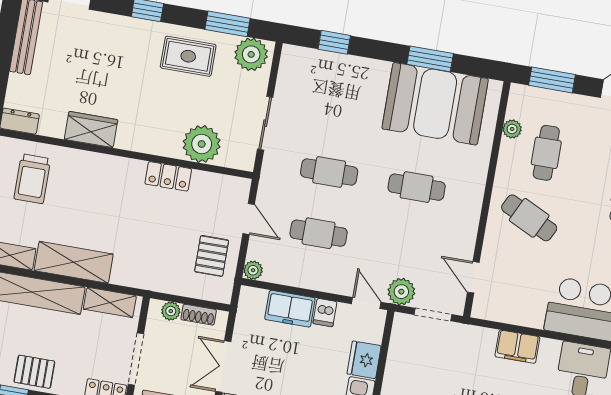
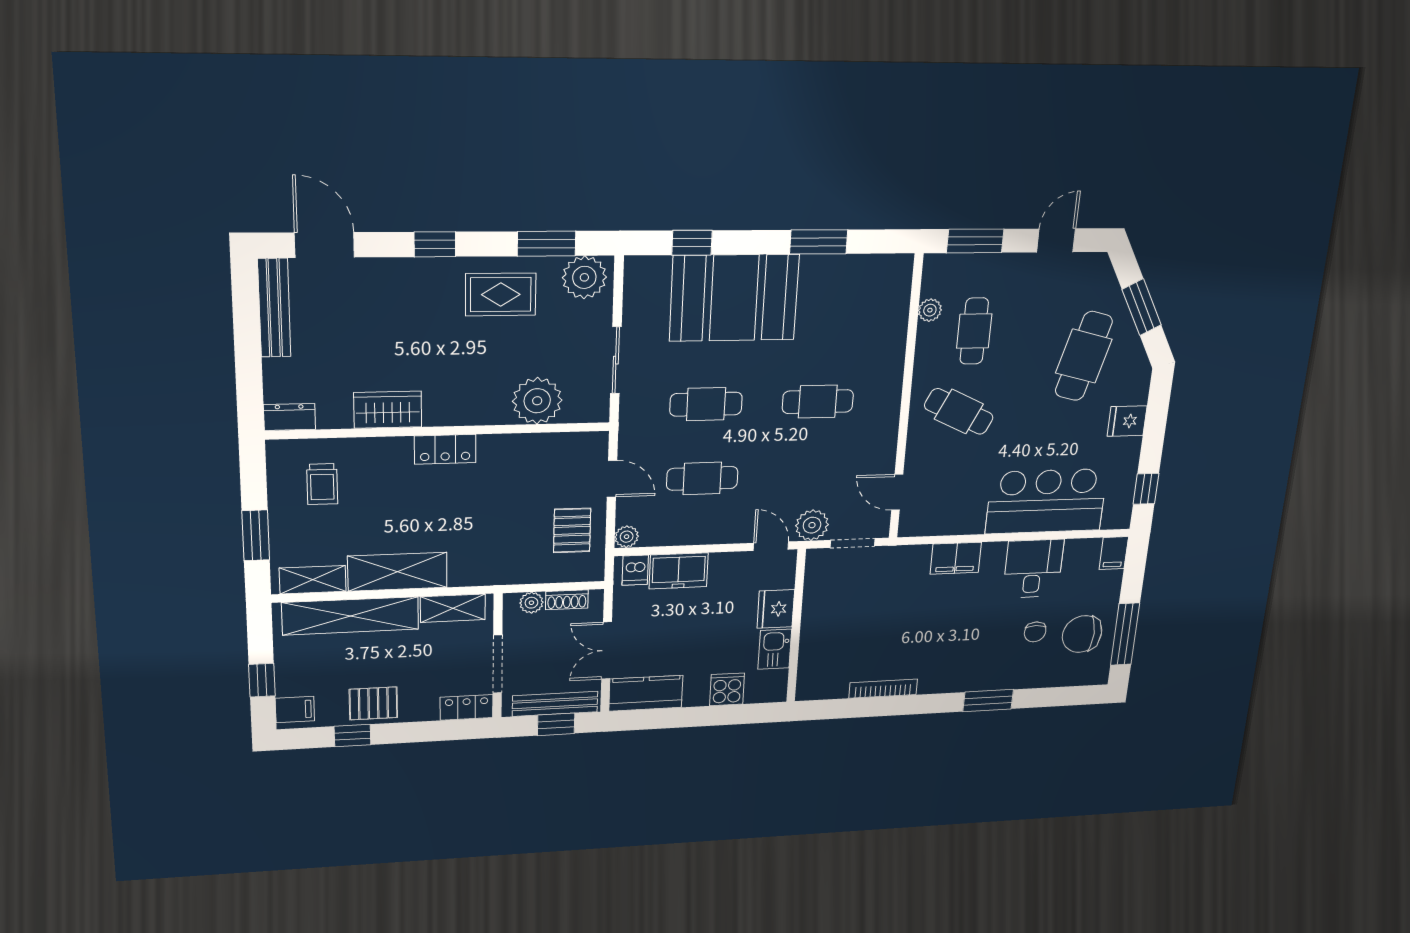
booth: (435, 104) -> (734, 298), moved
locker: (168, 176) -> (445, 449), moved
trolley: (32, 179) -> (322, 484), width x0.73, depth x0.72
dishwasher: (325, 313) -> (635, 570), moved

